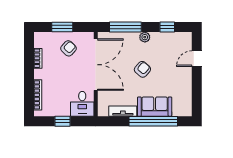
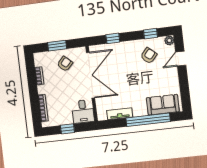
window: (125, 27) -> (113, 38), width x0.46
plant: (145, 37) -> (169, 40), moved
armchair: (142, 69) -> (149, 56), moved
sofa: (155, 107) -> (163, 105), moved

